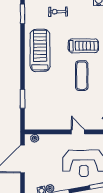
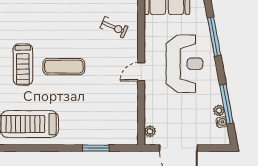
treadmill: (83, 46) -> (23, 64), turned 180

